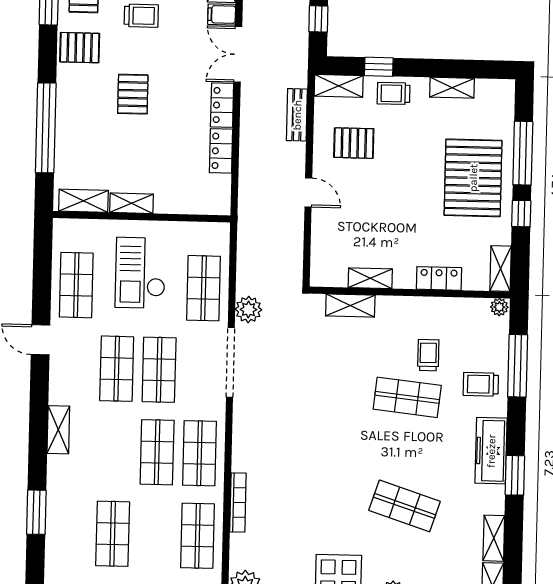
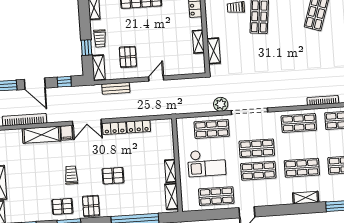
shelving: (58, 430) -> (306, 198), moved
shop shelf: (157, 452) -> (302, 168), moved

